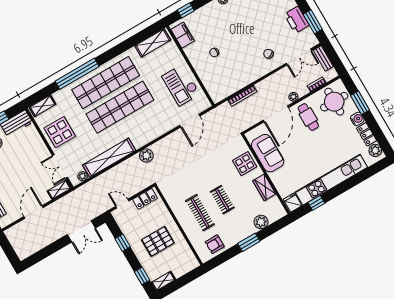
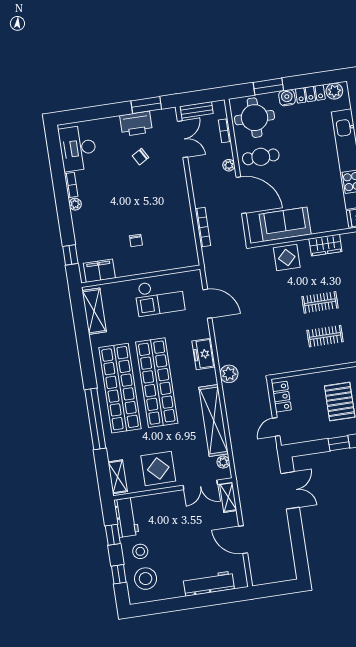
chair: (268, 54) -> (140, 157), moved
freezer: (153, 132) -> (204, 354), added
clothes rail: (200, 213) -> (325, 336), width x0.73
window: (123, 243) -> (339, 443), moved

